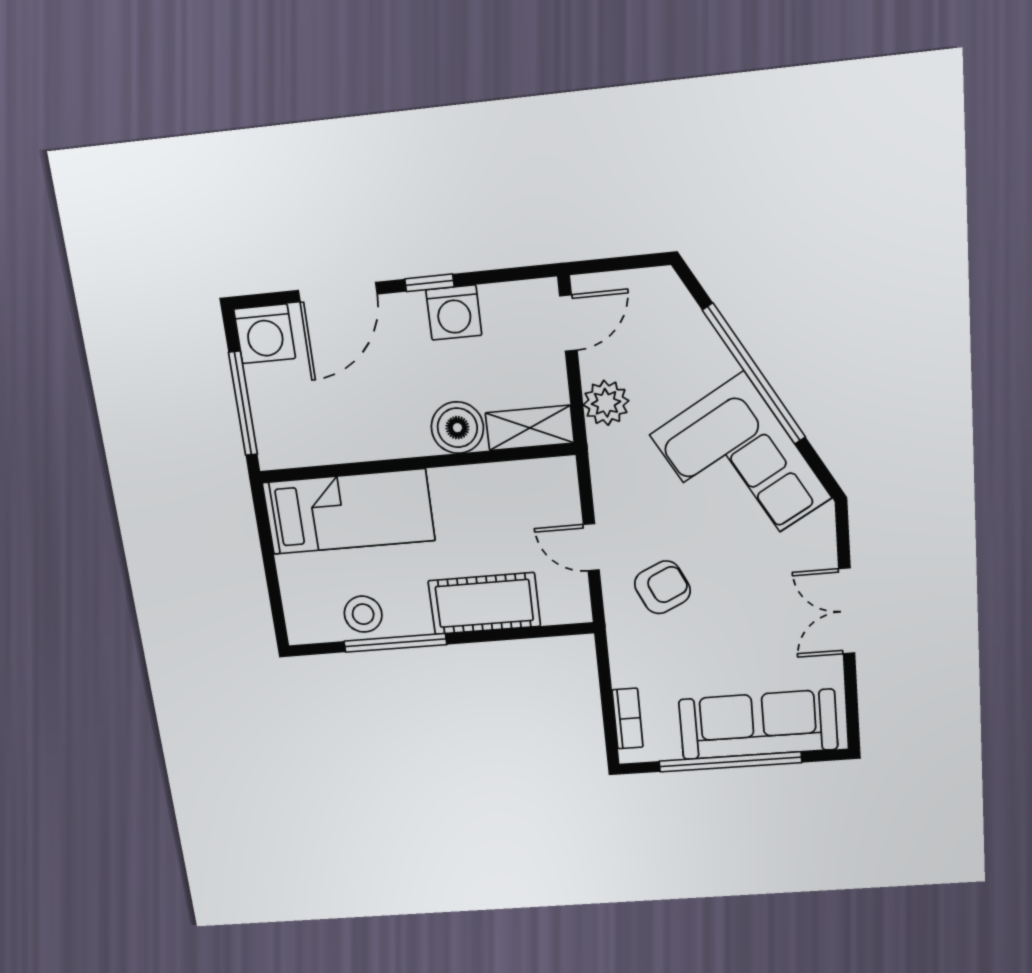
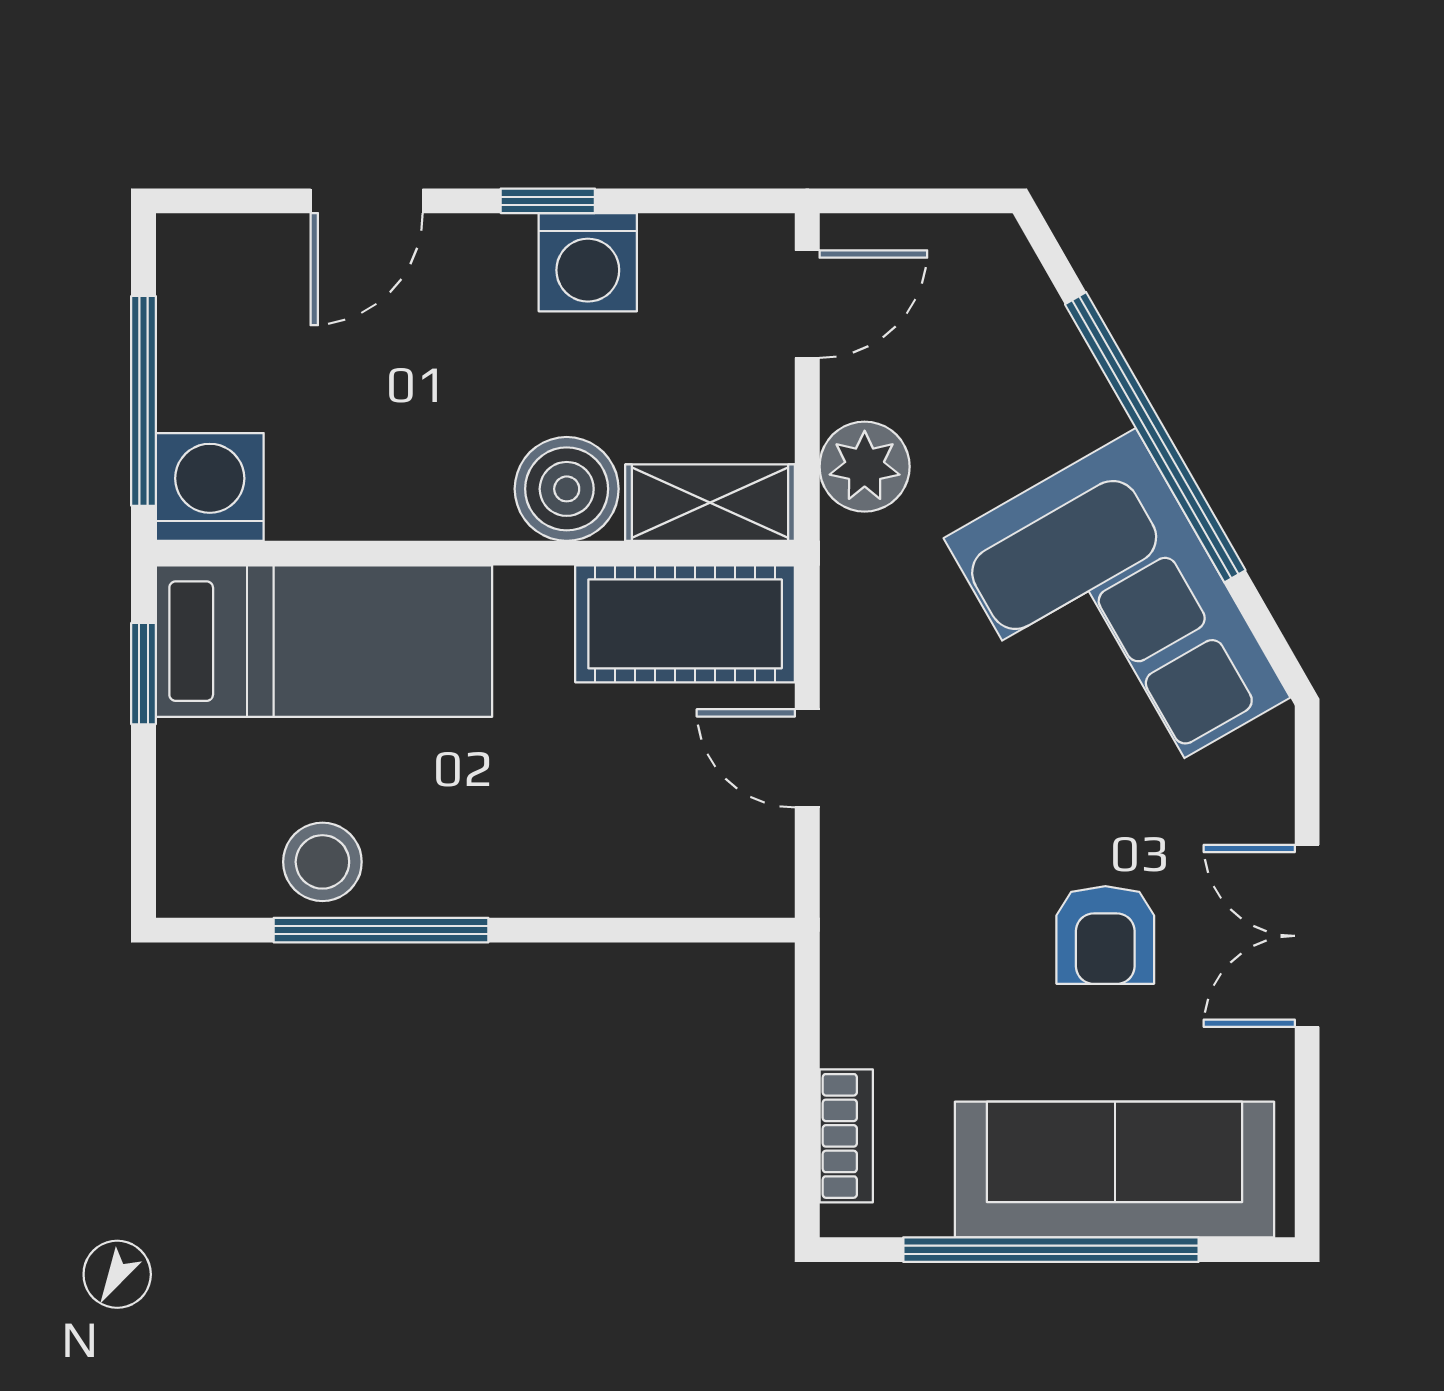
door: (338, 292) -> (367, 201), width x0.73
washing machine: (265, 334) -> (210, 487), moved, turned 180
window: (265, 534) -> (144, 674), added
armchair: (662, 587) -> (1105, 935), moved, turned 115
cot: (484, 603) -> (685, 624), moved

